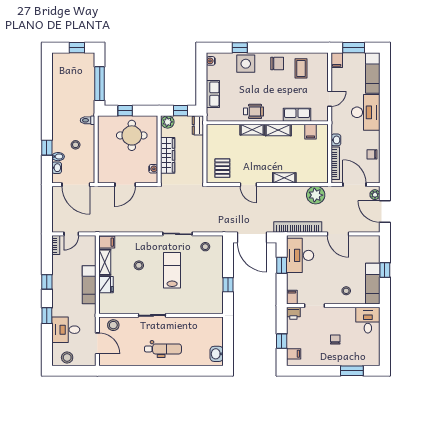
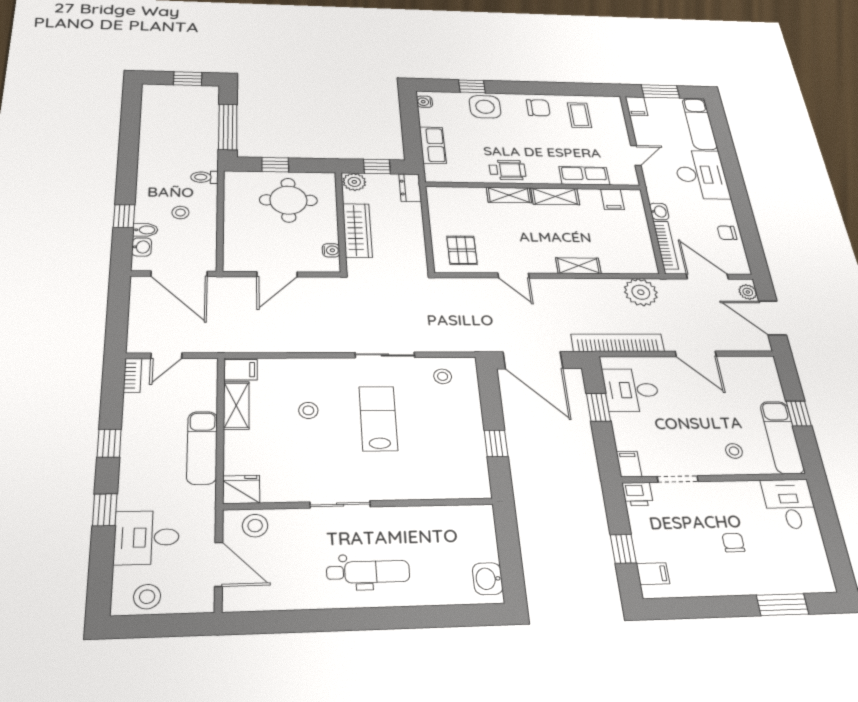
desk: (300, 255) -> (631, 390), width x0.73
fridge: (106, 285) -> (241, 489), moved, turned -90

